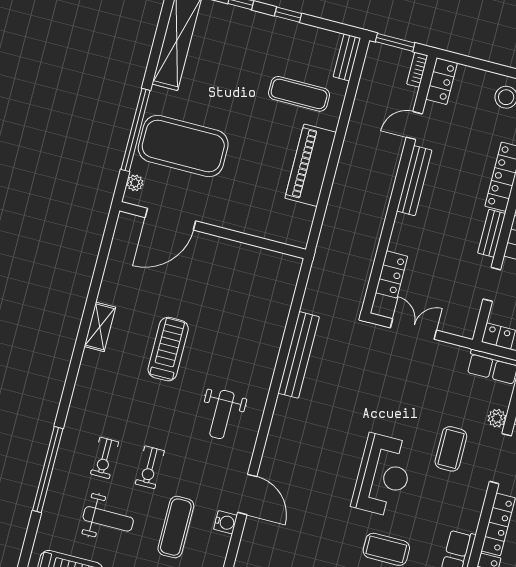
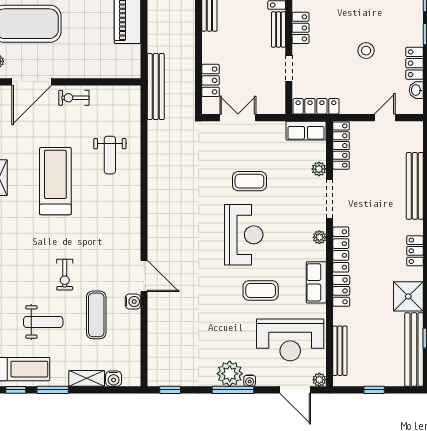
treadmill: (168, 349) -> (55, 181), width x1.37, depth x1.38
bench: (299, 355) -> (156, 86), moved
weight bench: (222, 415) -> (110, 155), moved
coffee table: (451, 449) -> (249, 181), moved, turned 90
exercise bike: (105, 458) -> (74, 98), moved, turned 90
plant: (476, 502) -> (319, 237), added

